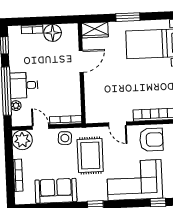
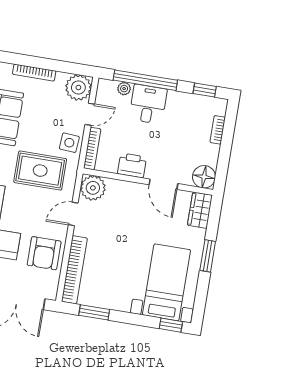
floor lamp: (53, 33) -> (204, 177), moved
printer: (72, 88) -> (132, 165), added
plant: (95, 113) -> (93, 188), added

